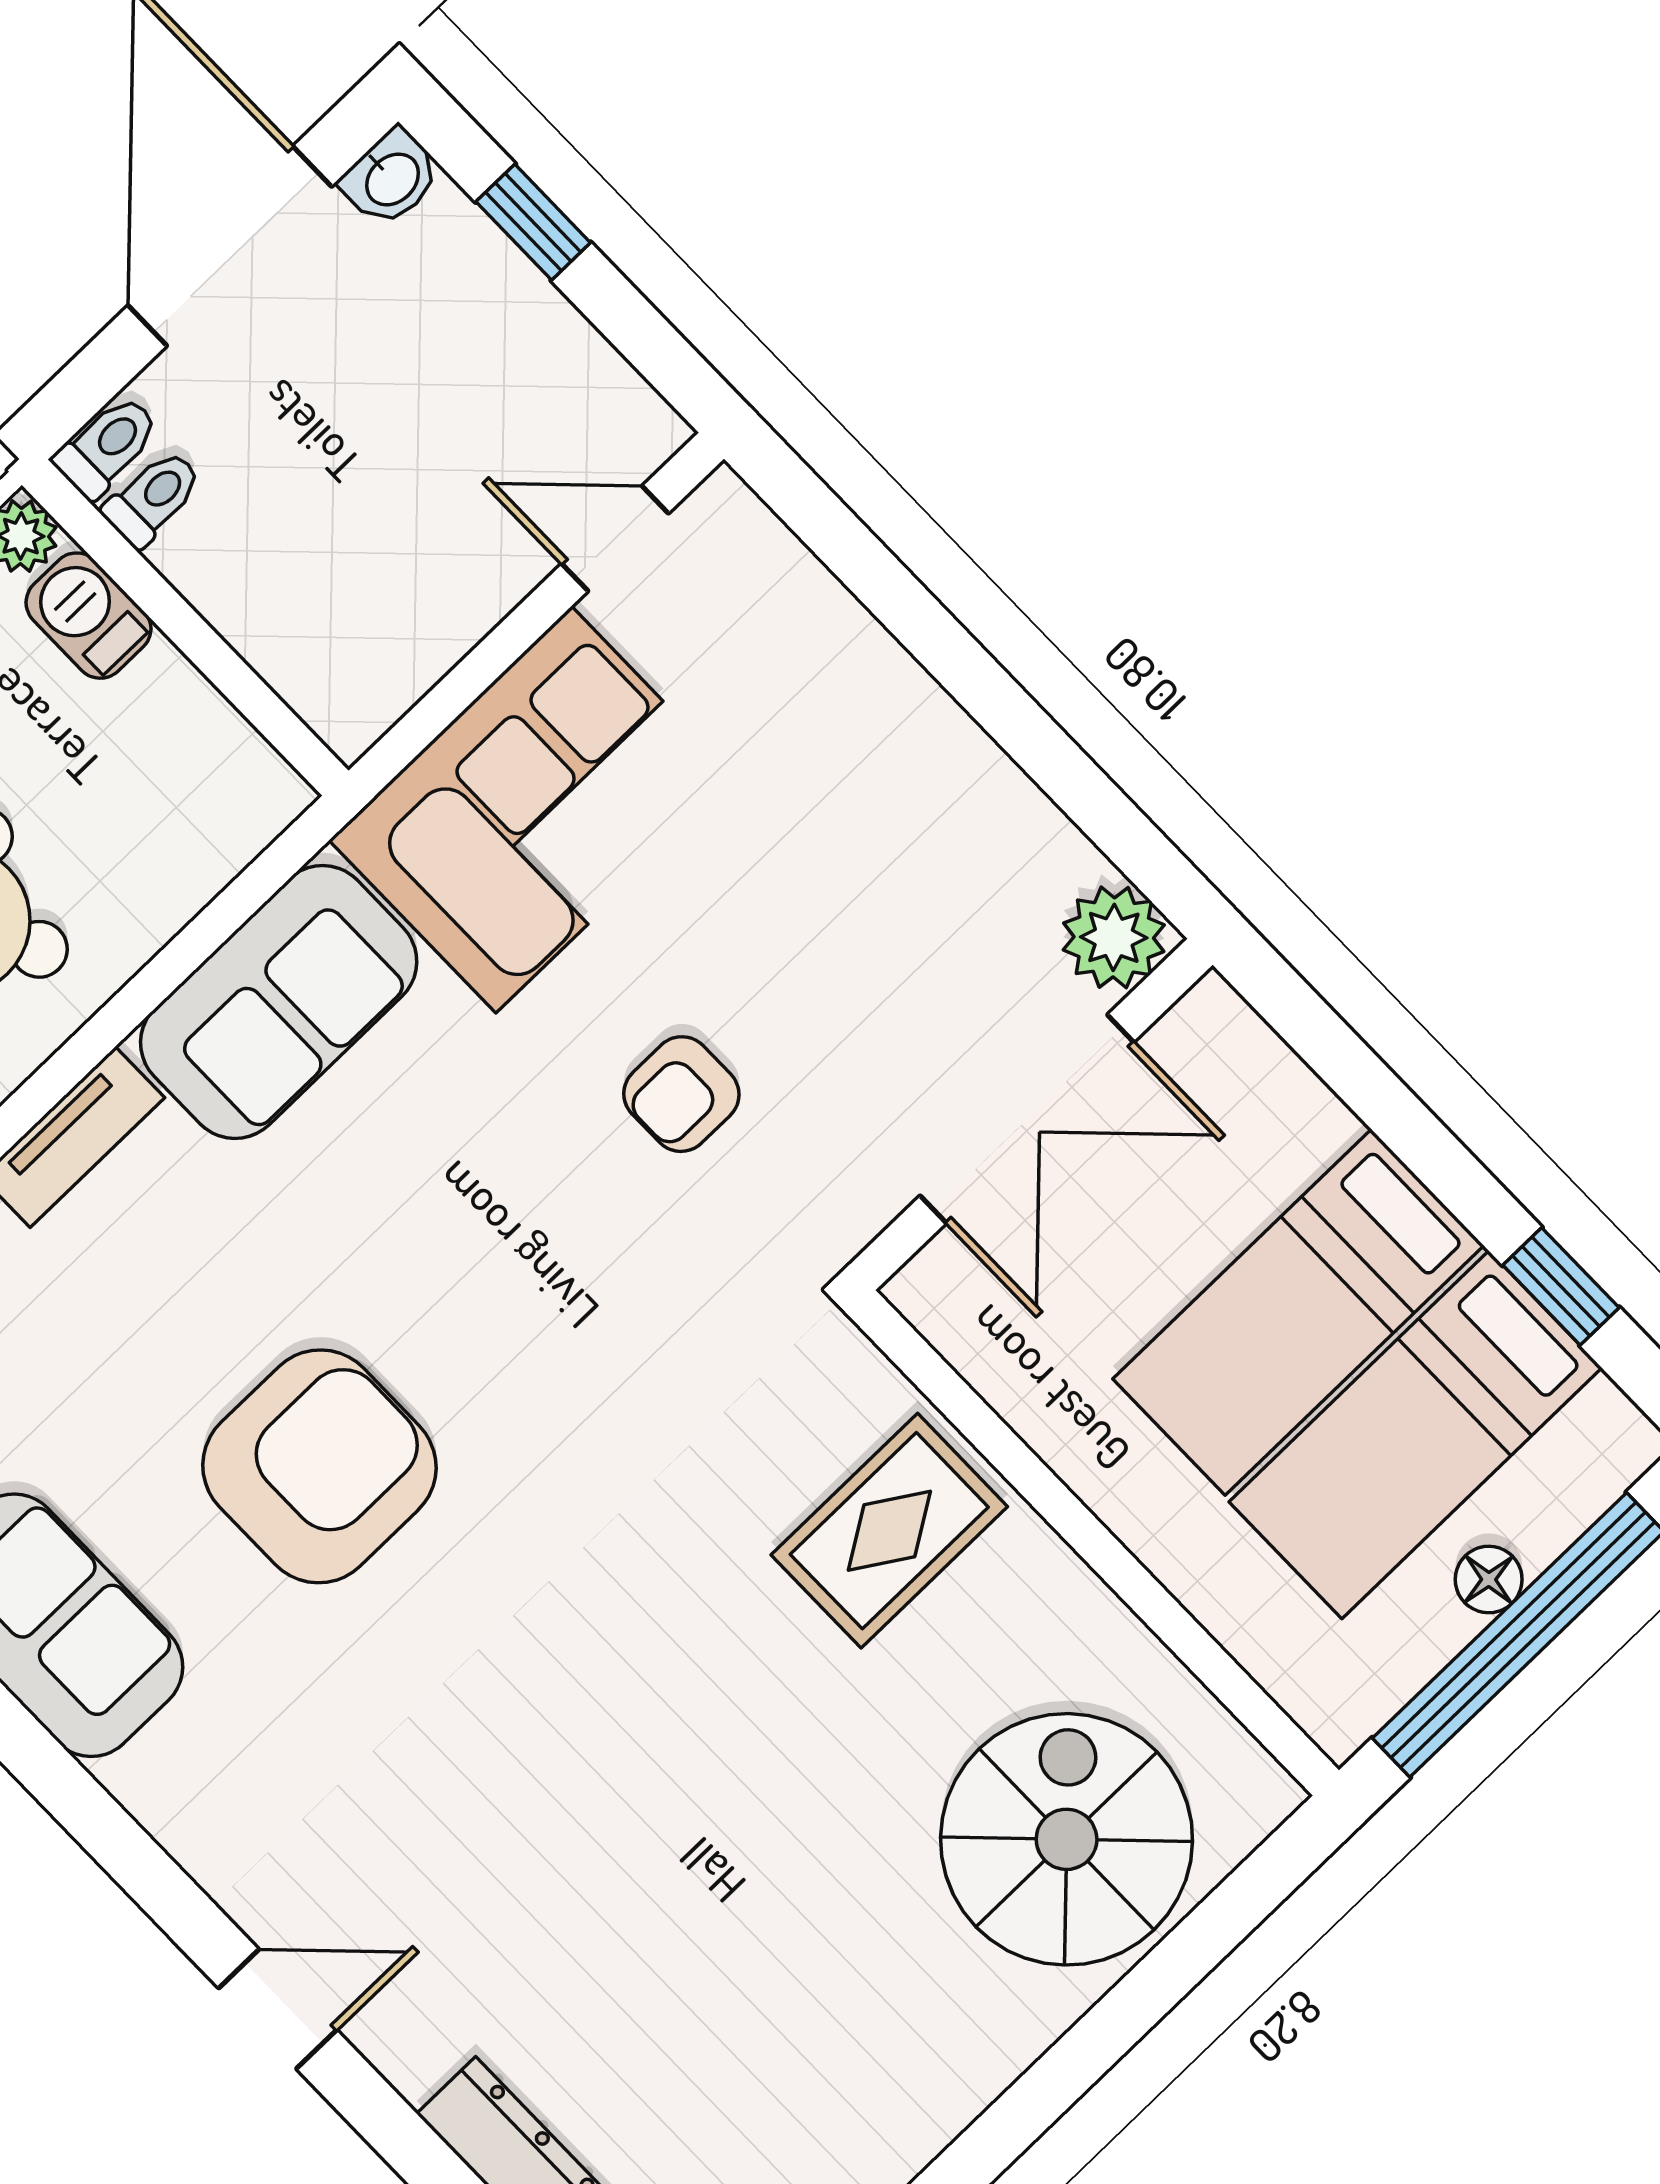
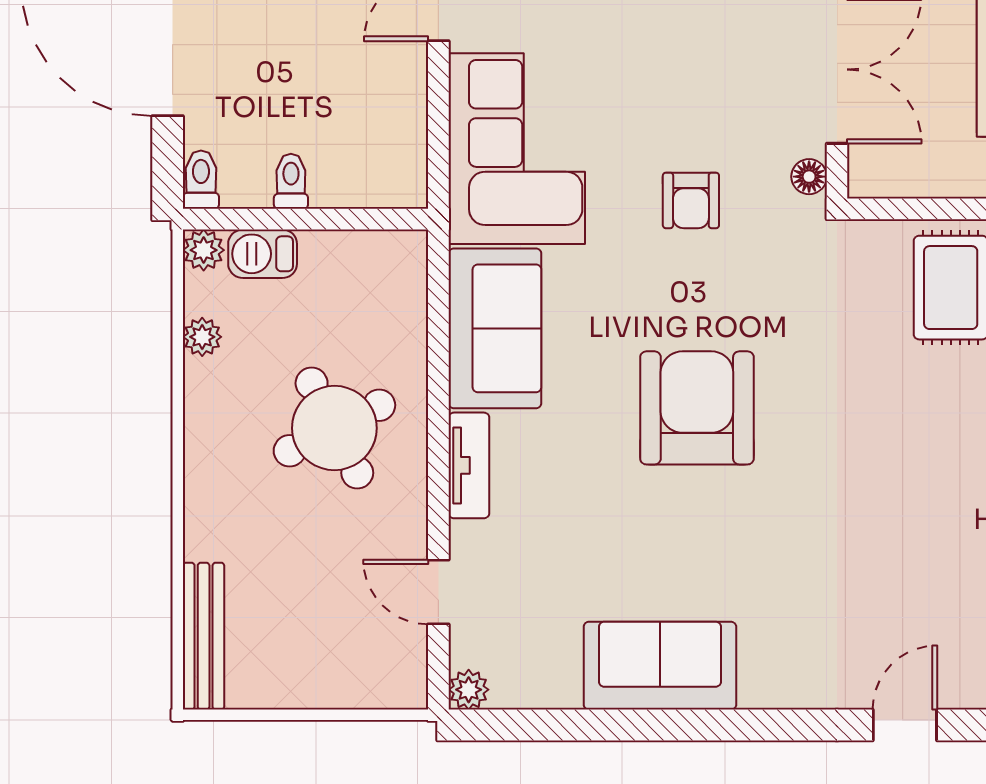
toilet: (153, 498) -> (291, 181), moved
floor lamp: (857, 1215) -> (809, 177), added
armchair: (319, 1466) -> (697, 408), moved

